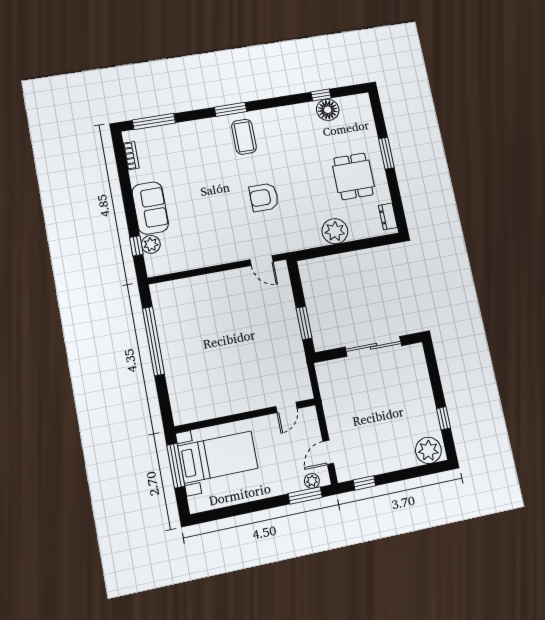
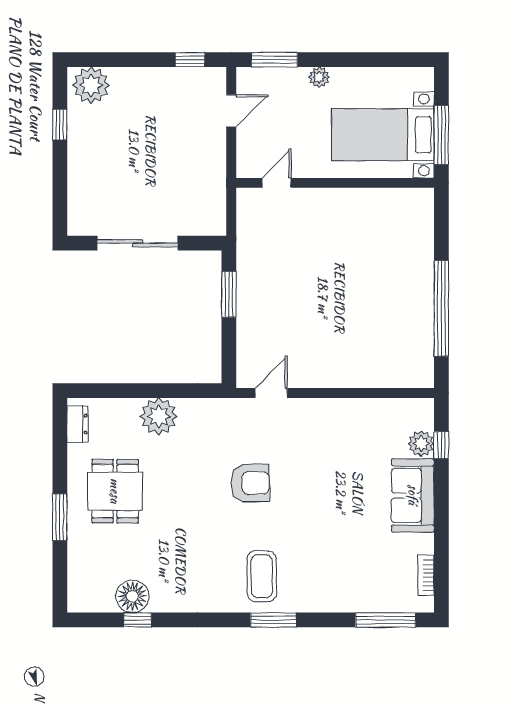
door: (262, 261) -> (271, 393), hinge flipped
plant: (312, 481) -> (319, 77), moved

